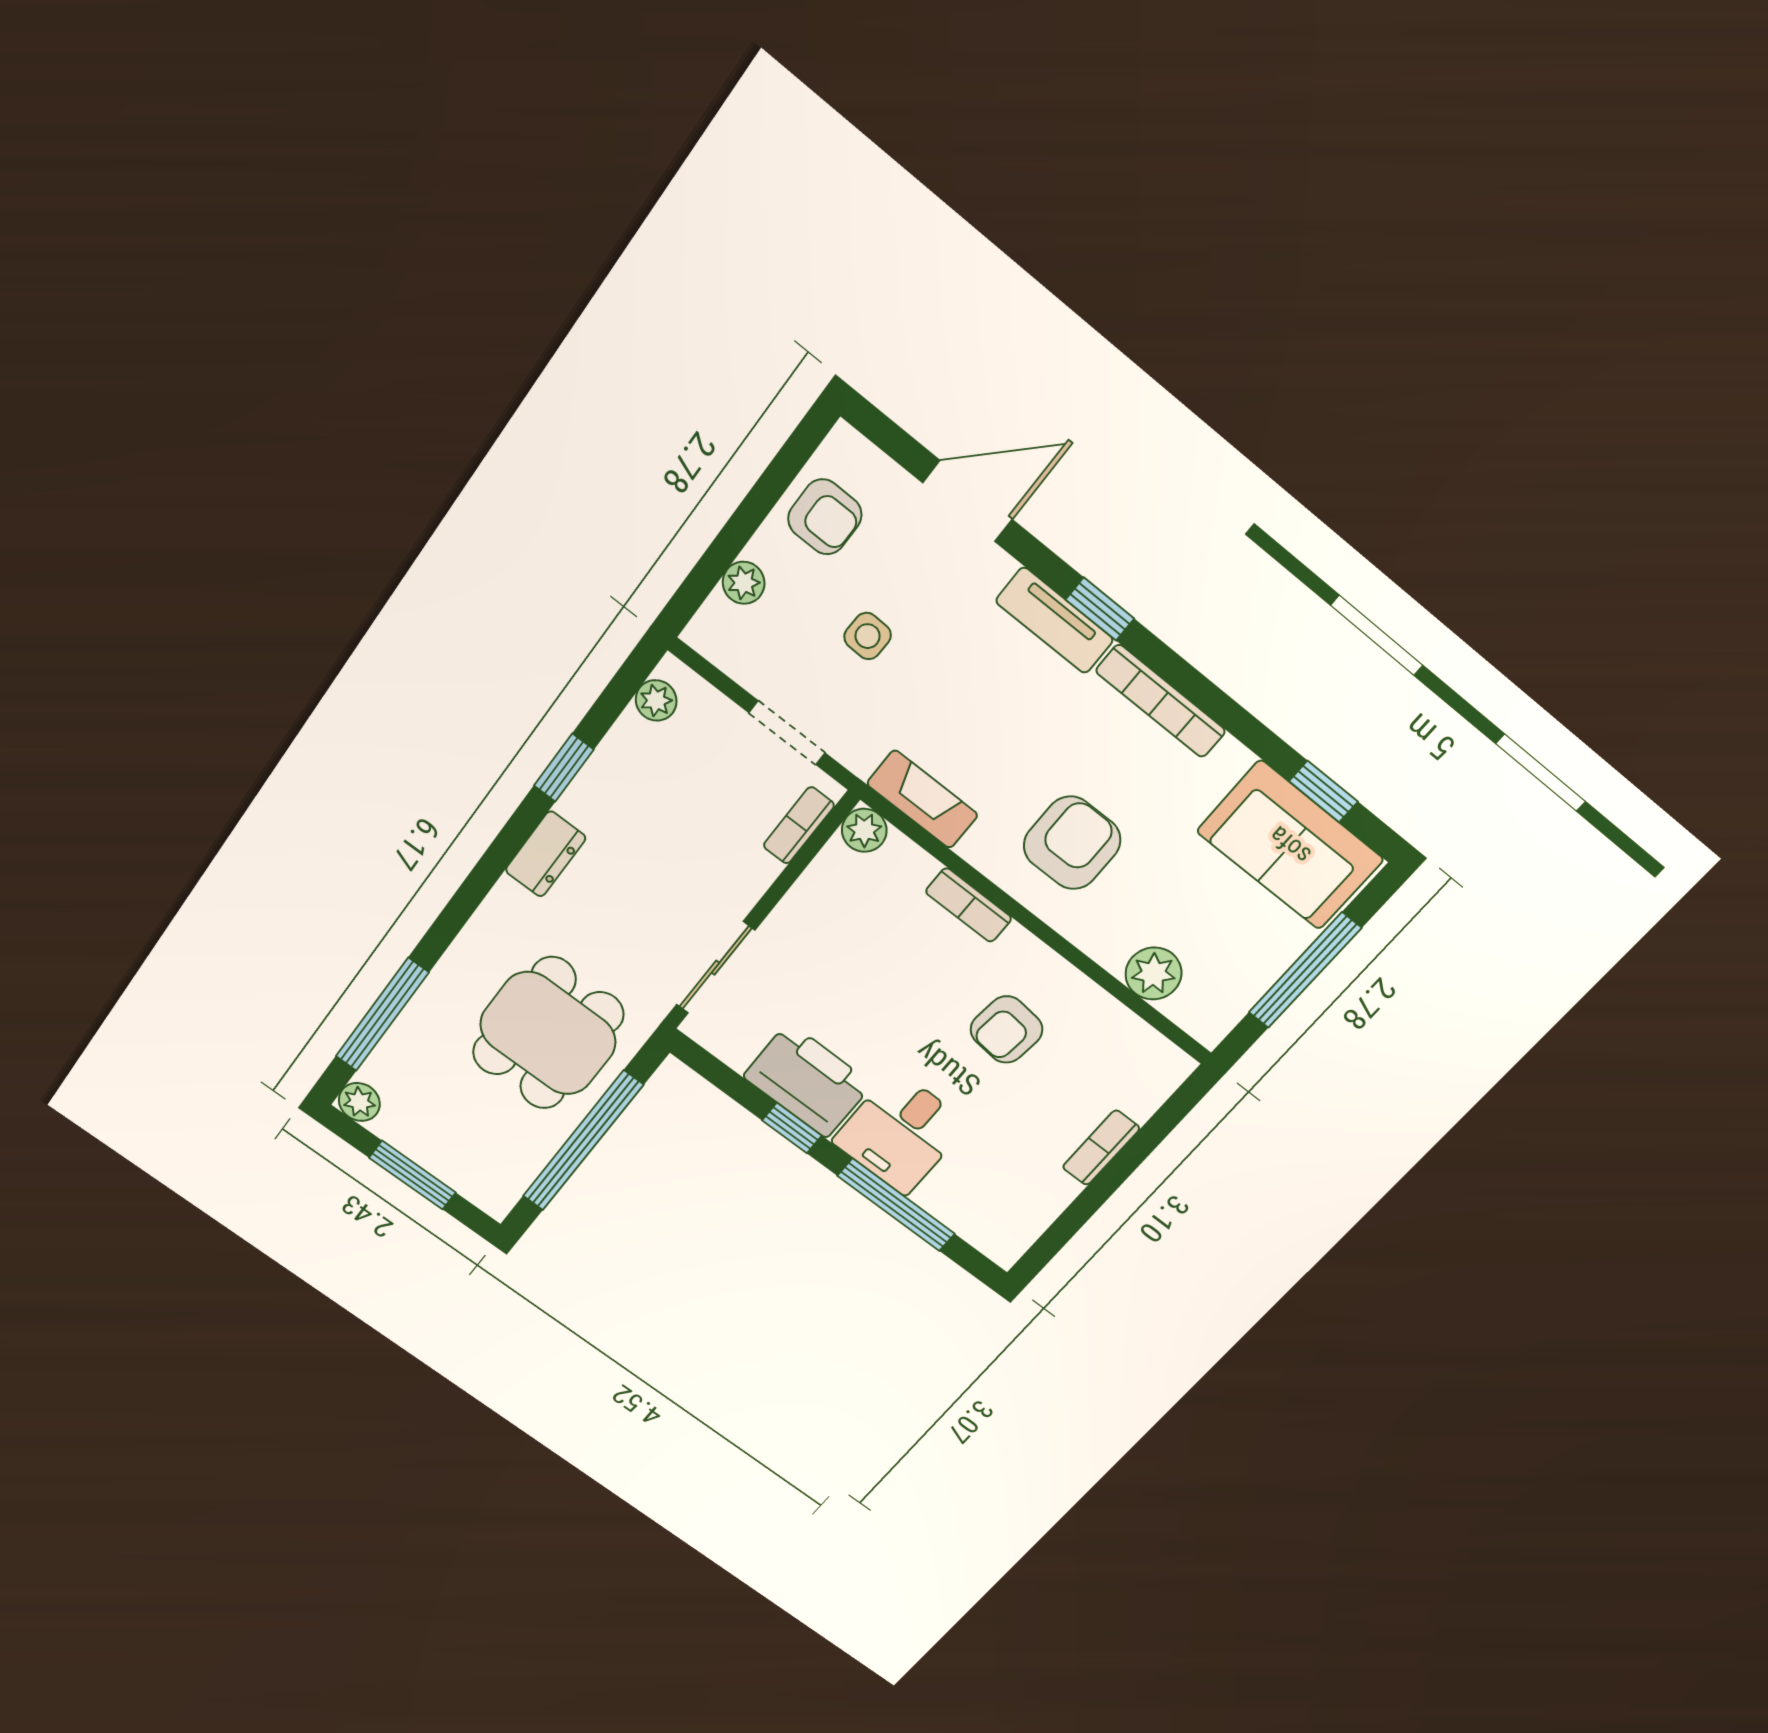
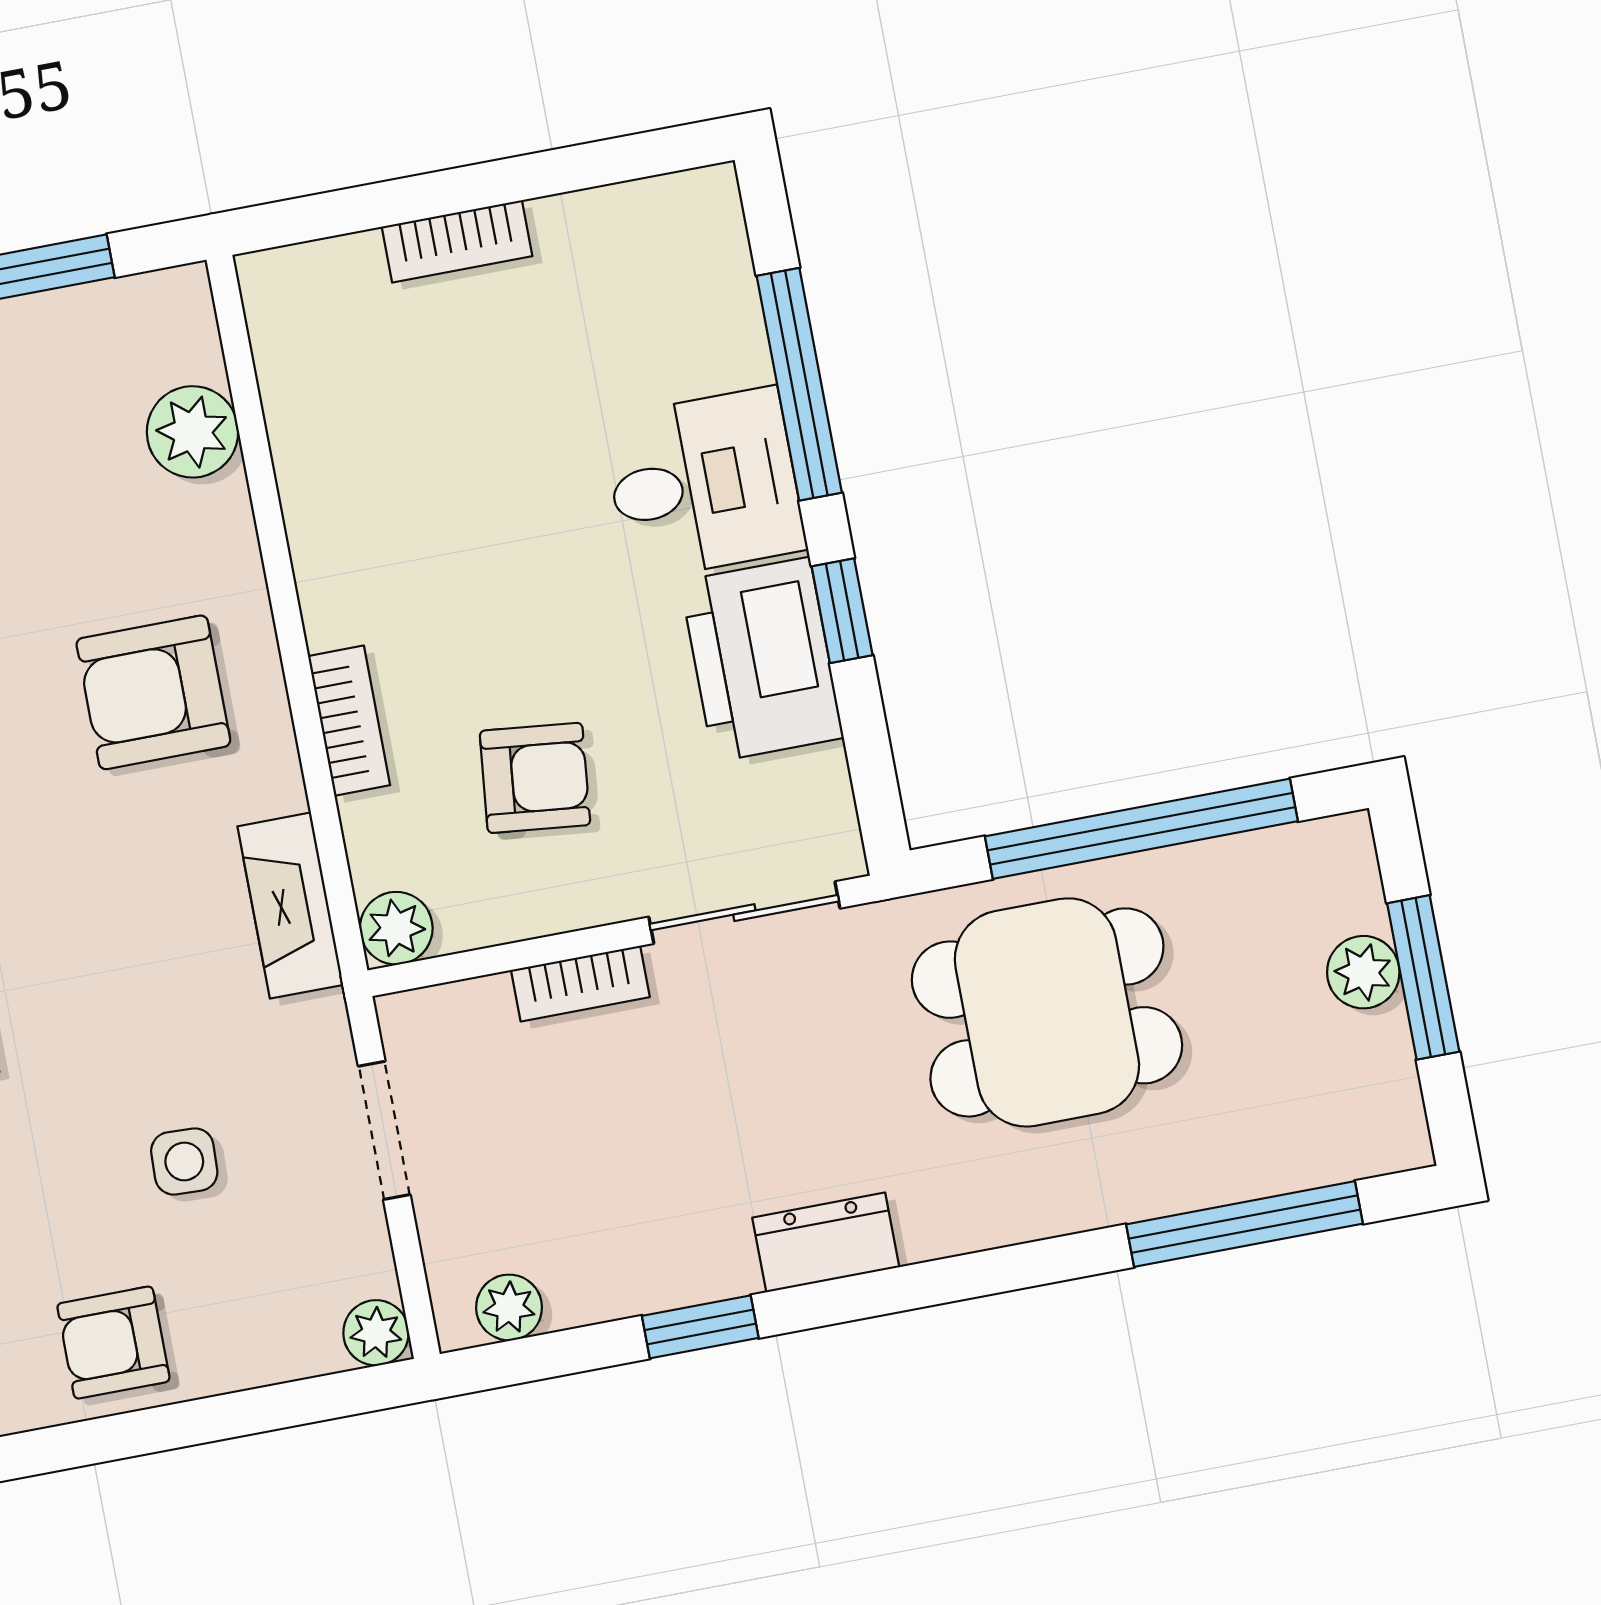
armchair: (825, 517) -> (113, 1343), turned -90
plant: (744, 583) -> (376, 1333), moved
bookcase: (799, 825) -> (580, 984), moved
armchair: (1006, 1030) -> (535, 778), moved
plant: (359, 1102) -> (1363, 972), moved

